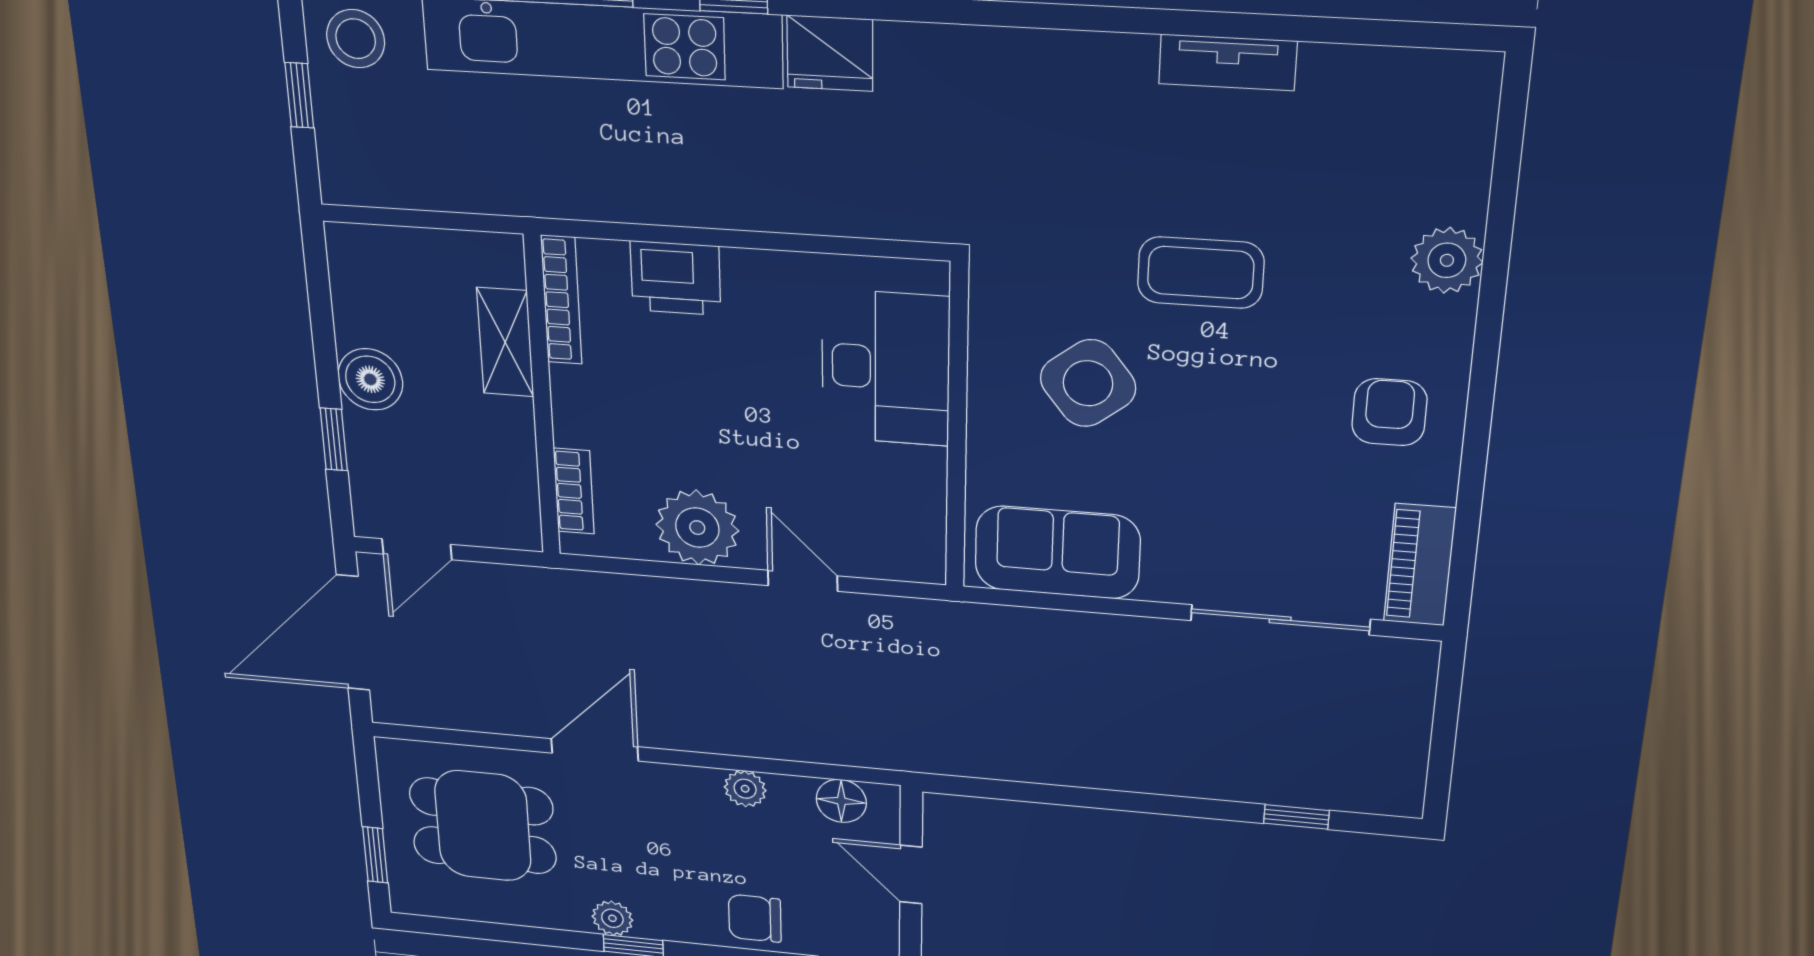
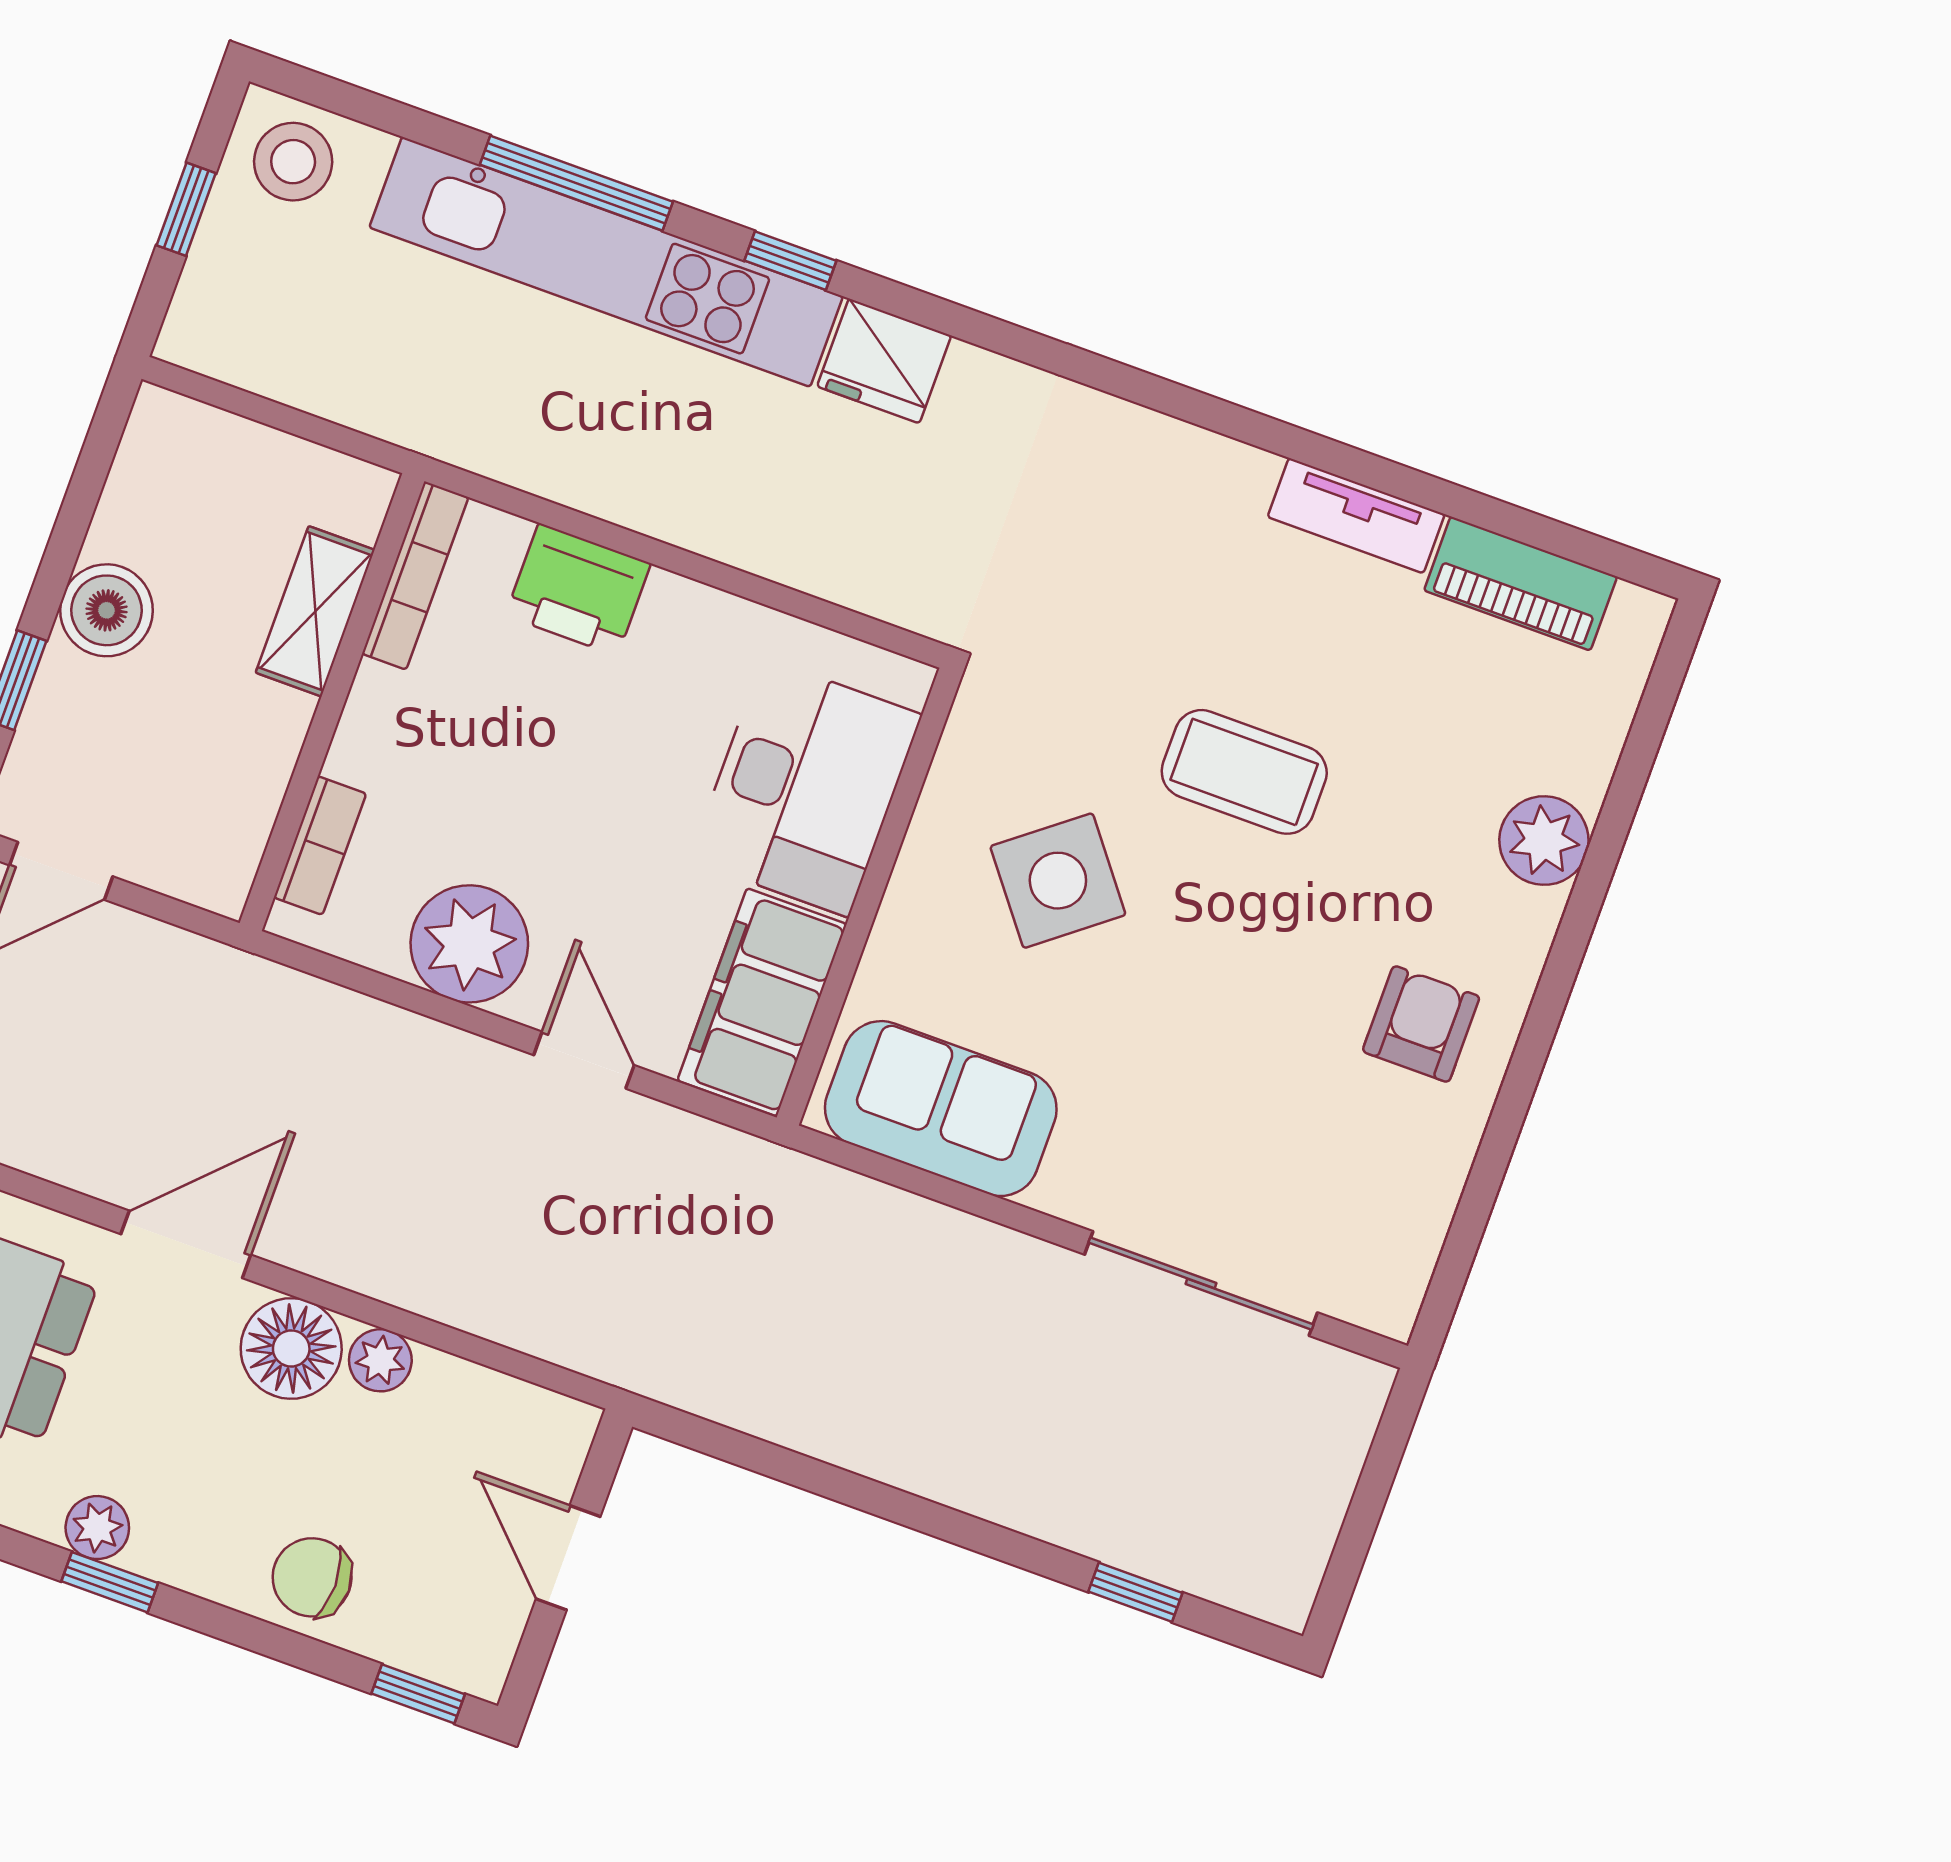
filing cabinet: (909, 515) -> (762, 1002), added
piano: (1420, 565) -> (1521, 584), moved, turned -90
floor lamp: (841, 801) -> (291, 1348), moved, width x1.38, depth x1.38

